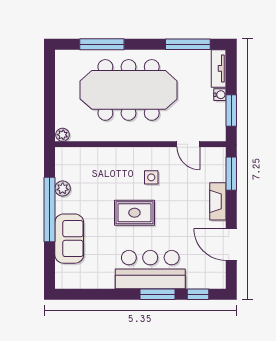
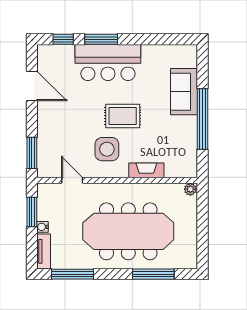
side table: (151, 177) -> (107, 149), width x1.87, depth x1.87
plant: (63, 188) -> (190, 139), removed
fireplace: (218, 201) -> (146, 170), moved, turned -90

